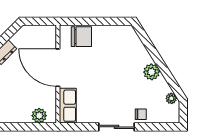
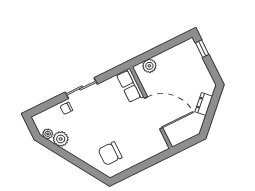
chair: (81, 37) -> (110, 153), moved
plant: (152, 72) -> (61, 139), moved

